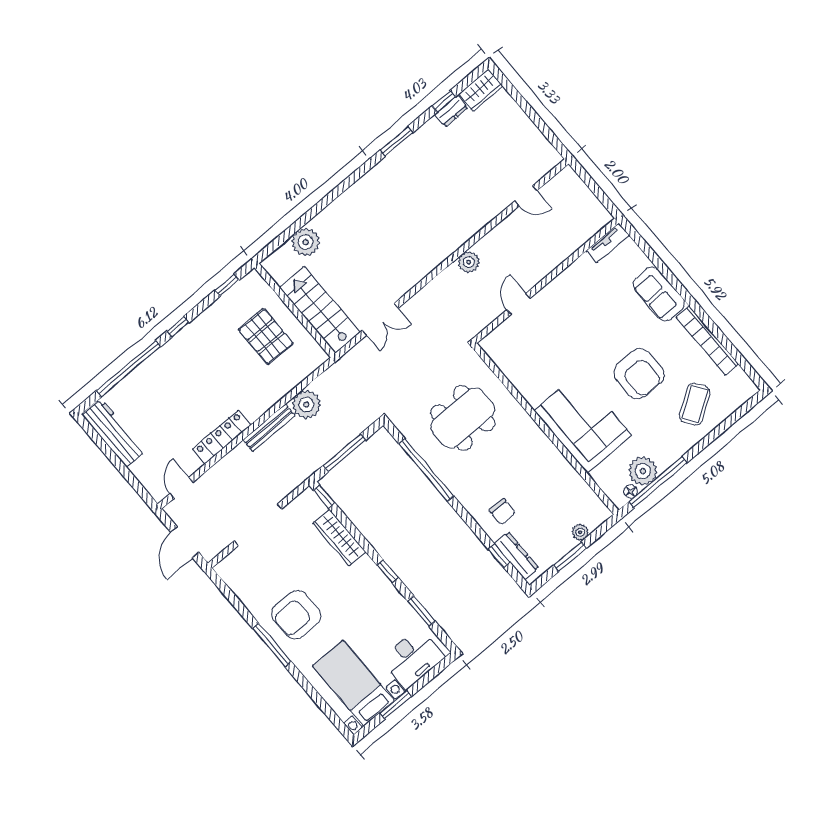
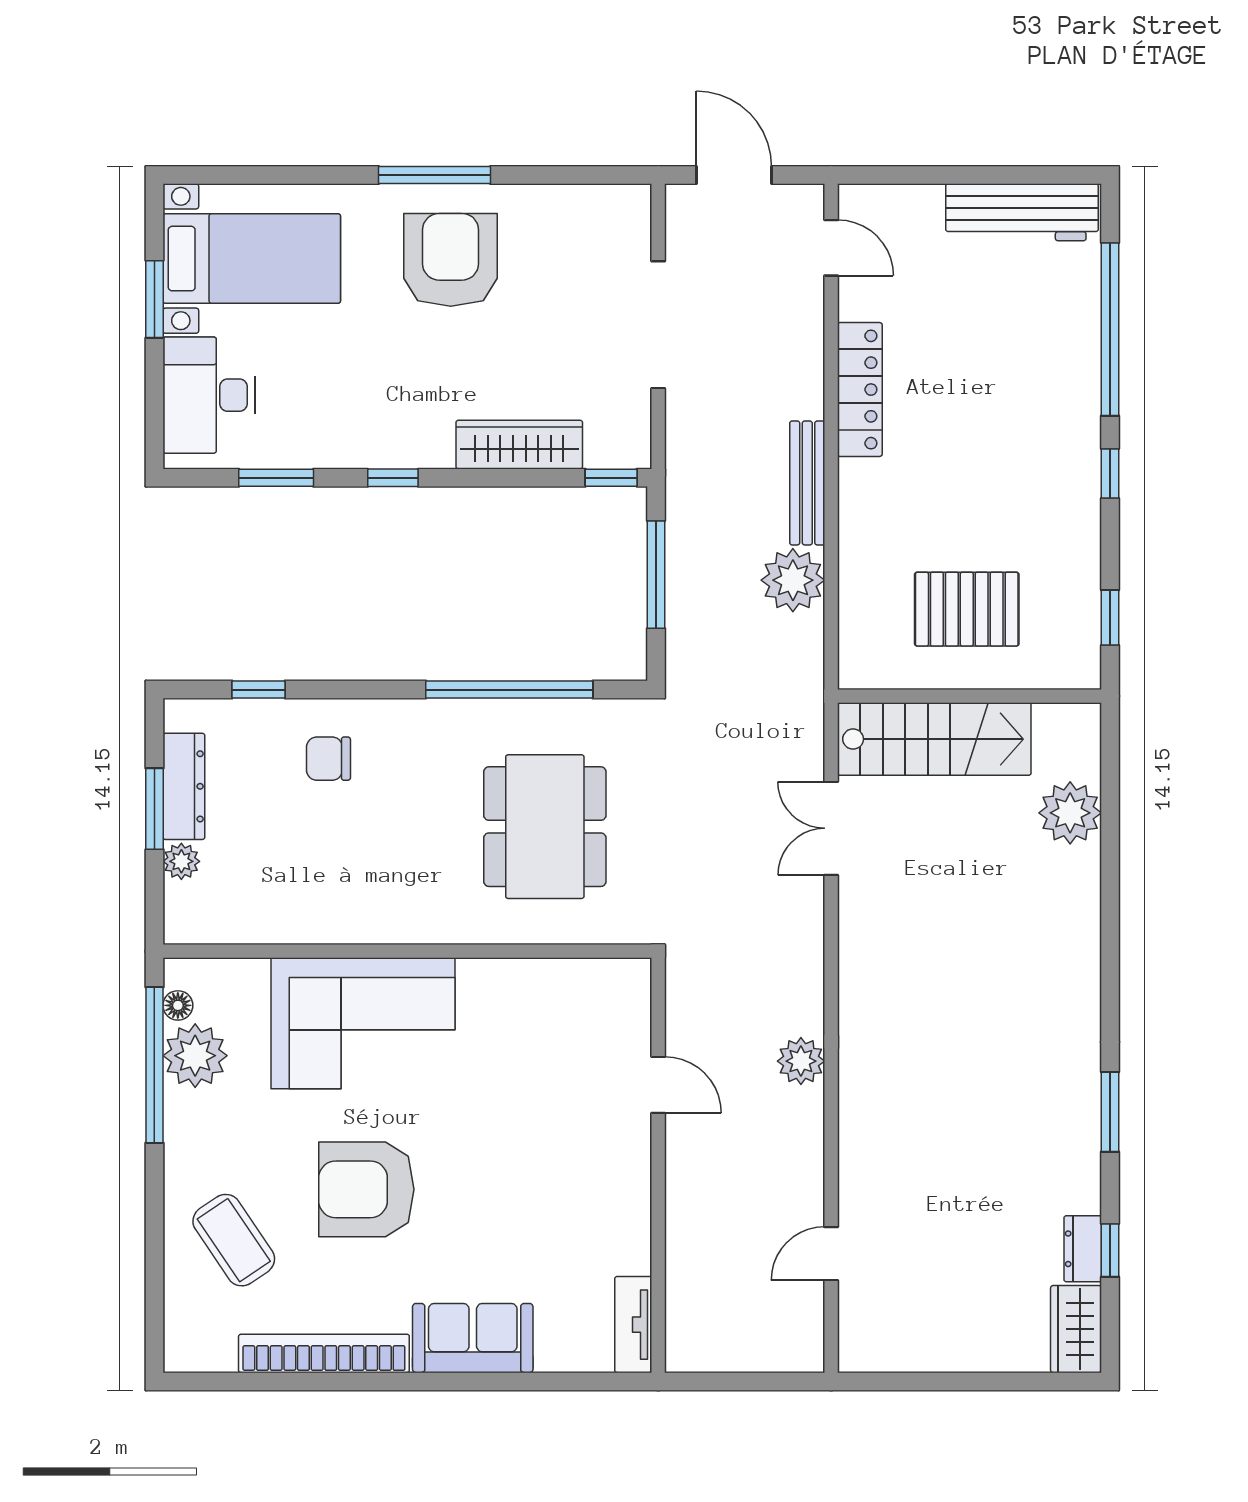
dresser: (516, 556) -> (184, 786), moved, turned -90

